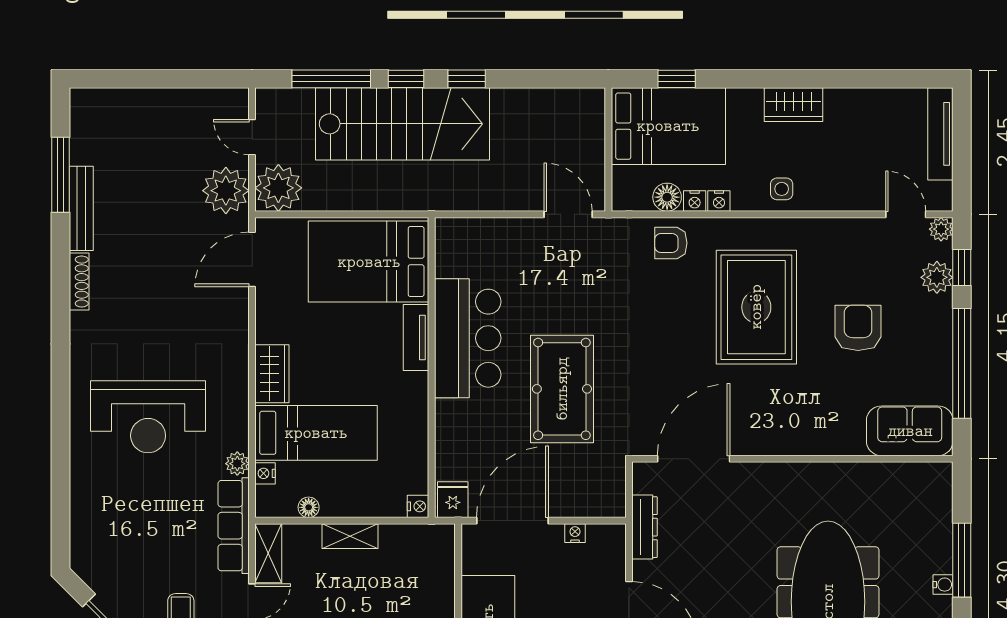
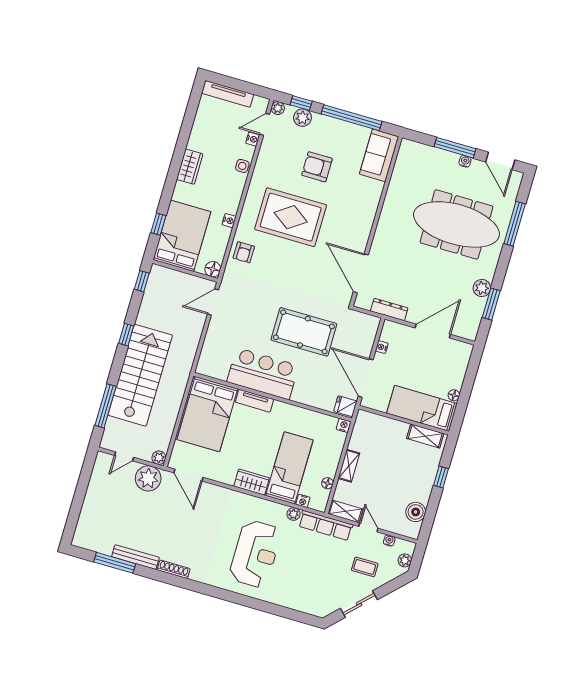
window: (406, 79) -> (142, 281), moved
plant: (278, 188) -> (159, 458), width x0.53, depth x0.53
side table: (782, 189) -> (242, 166), moved
floor lamp: (667, 197) -> (213, 269), moved
nightstand: (695, 201) -> (253, 139), moved

